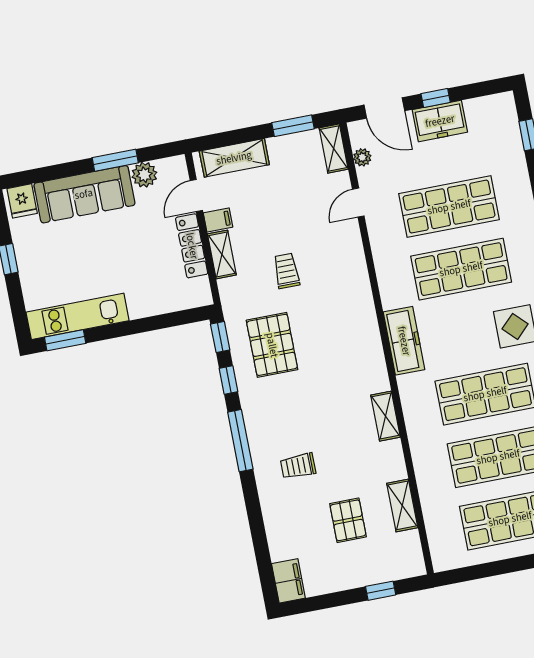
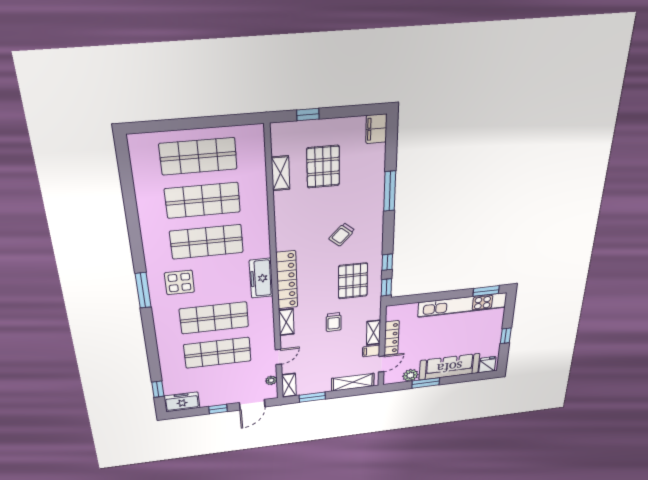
door: (384, 108) -> (252, 405), swing flipped
freezer: (440, 121) -> (182, 402), moved
kitchen unit: (78, 316) -> (462, 305), width x1.36
locker: (367, 340) -> (287, 280), added
shelving: (385, 416) -> (286, 322), moved
window: (240, 441) -> (390, 191), moved
trolley: (298, 466) -> (342, 235), moved, turned 132
pallet: (348, 520) -> (323, 167), width x1.50, depth x1.42

